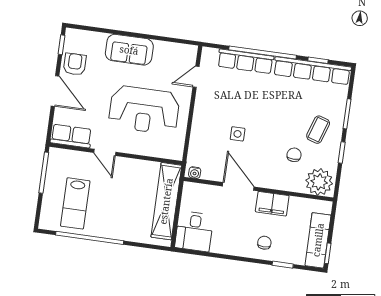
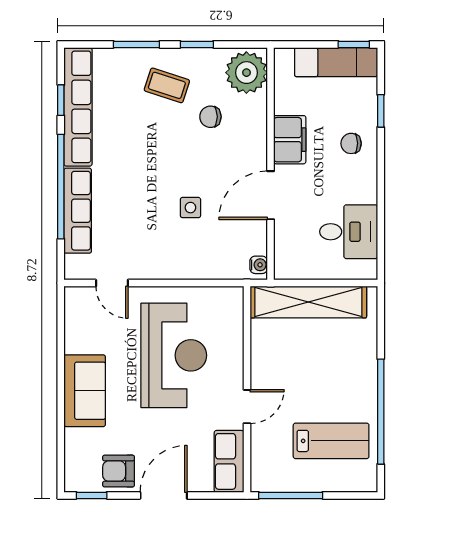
desk: (194, 231) -> (349, 232), moved

